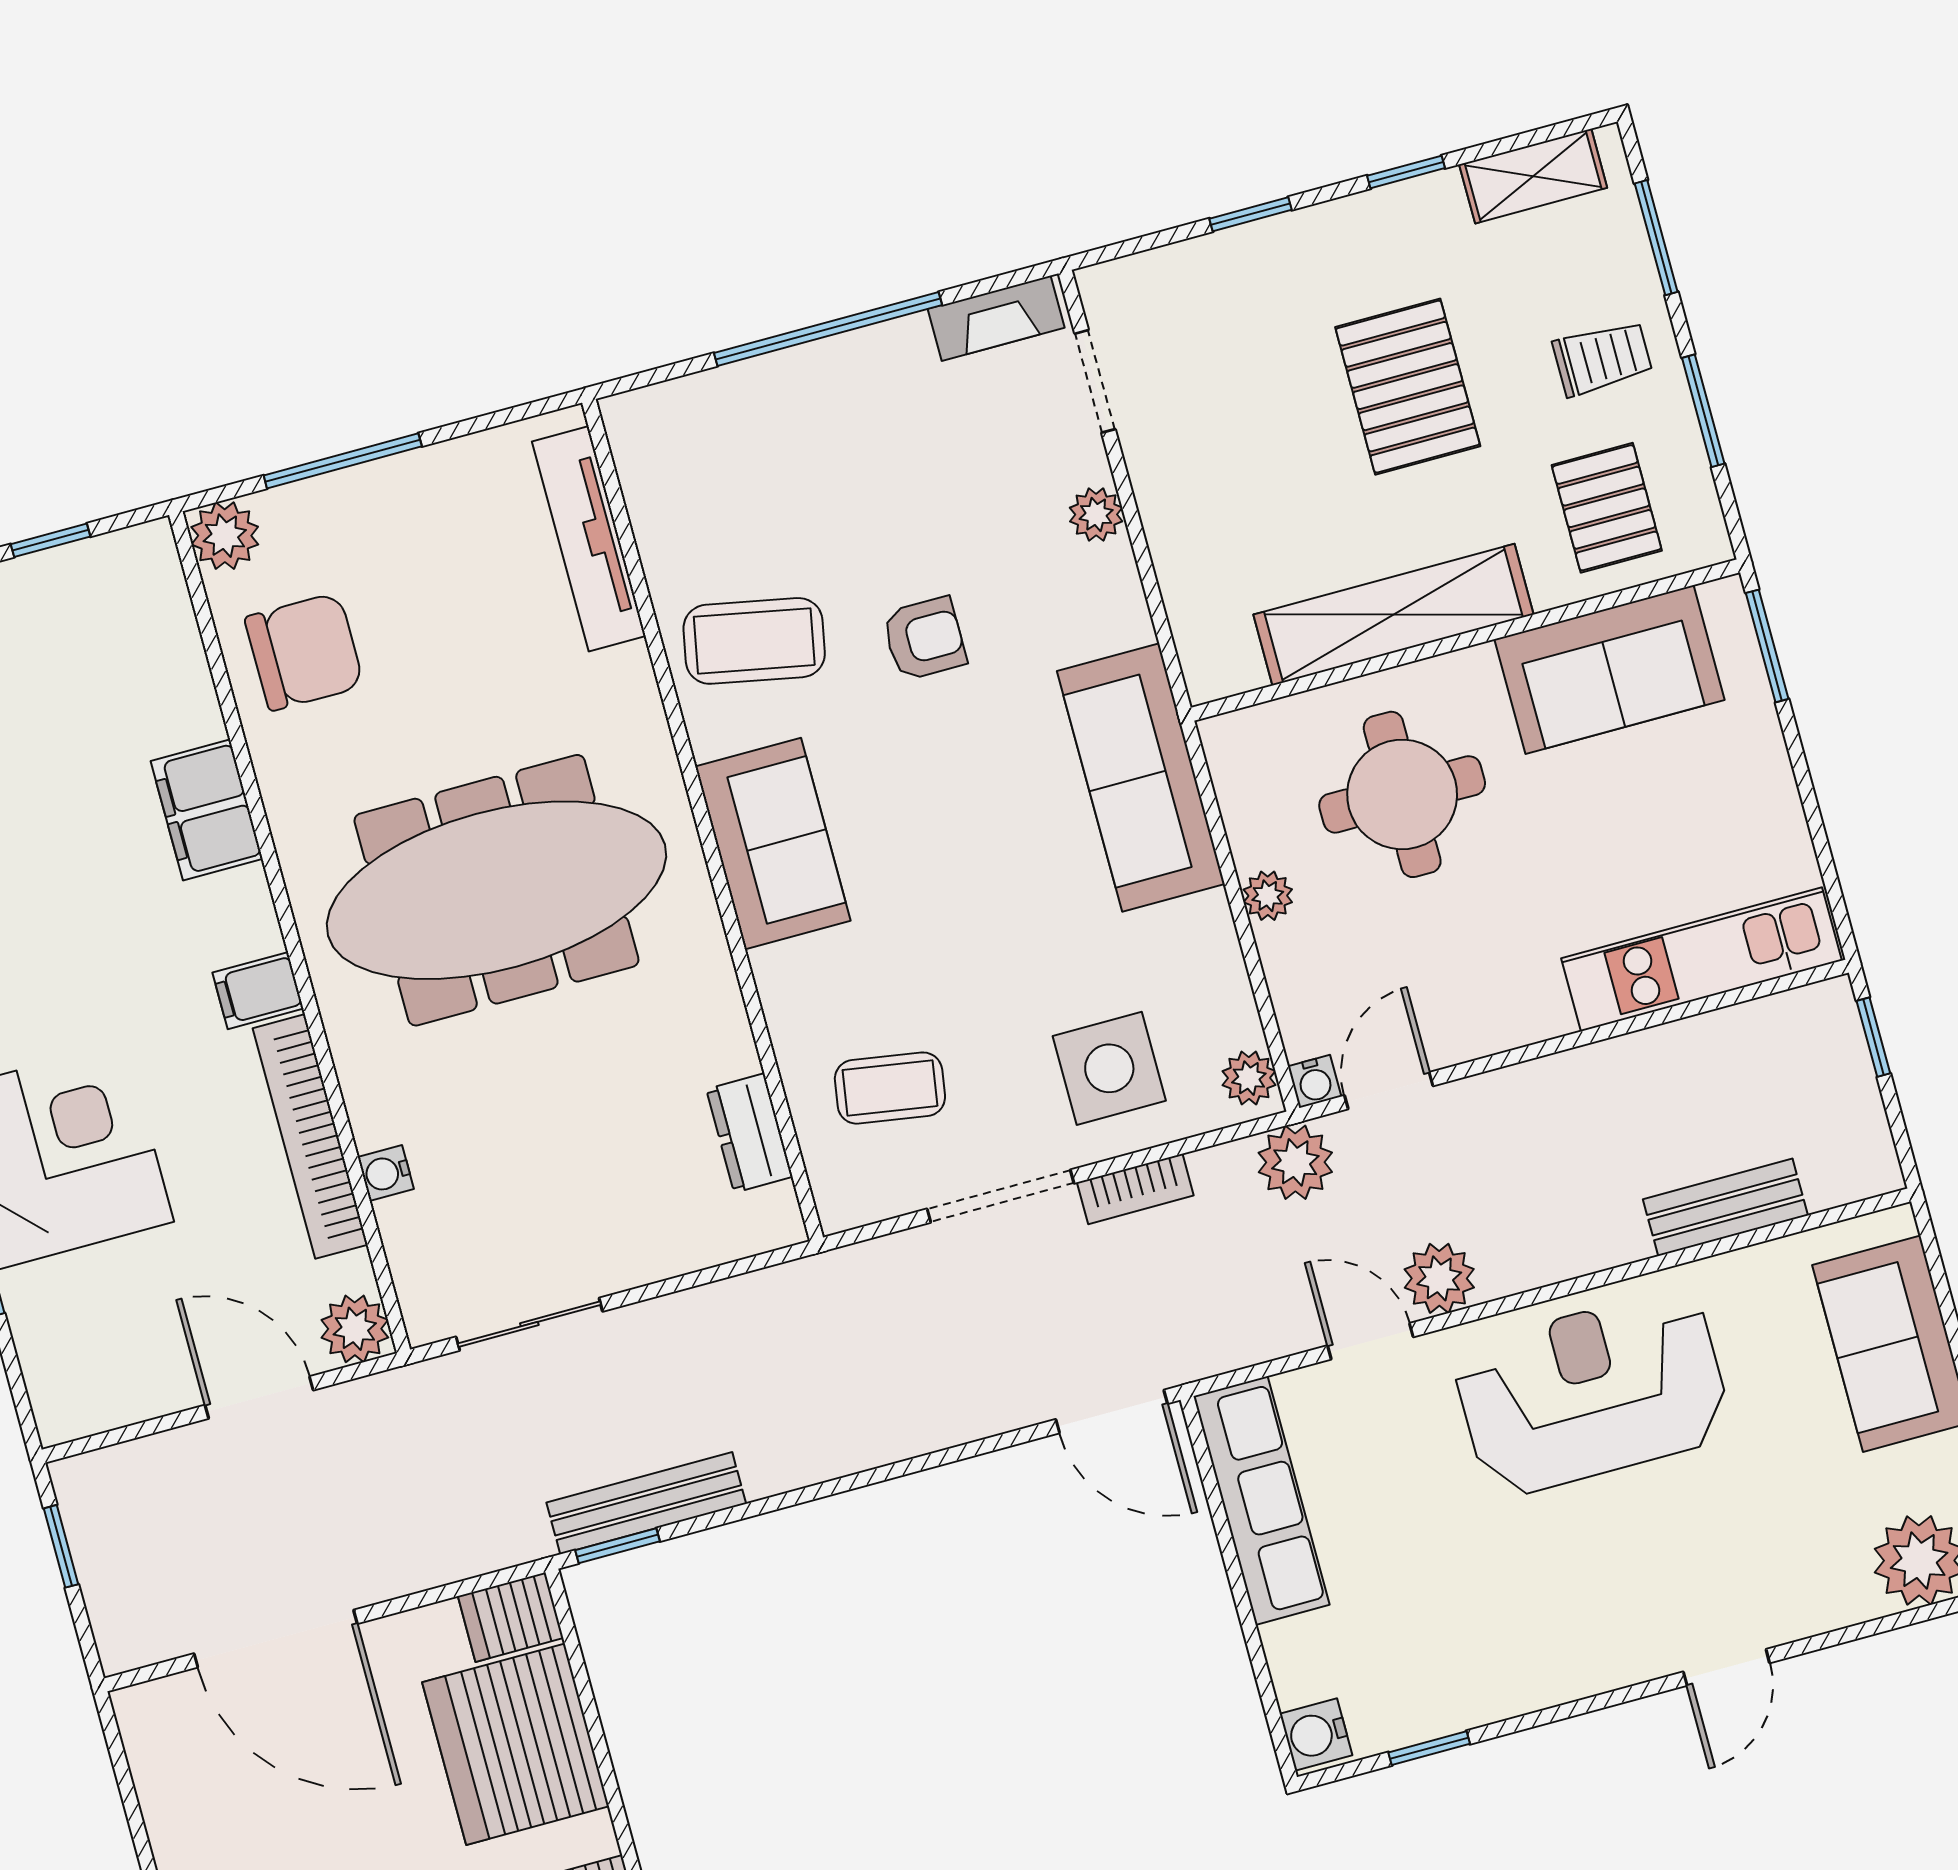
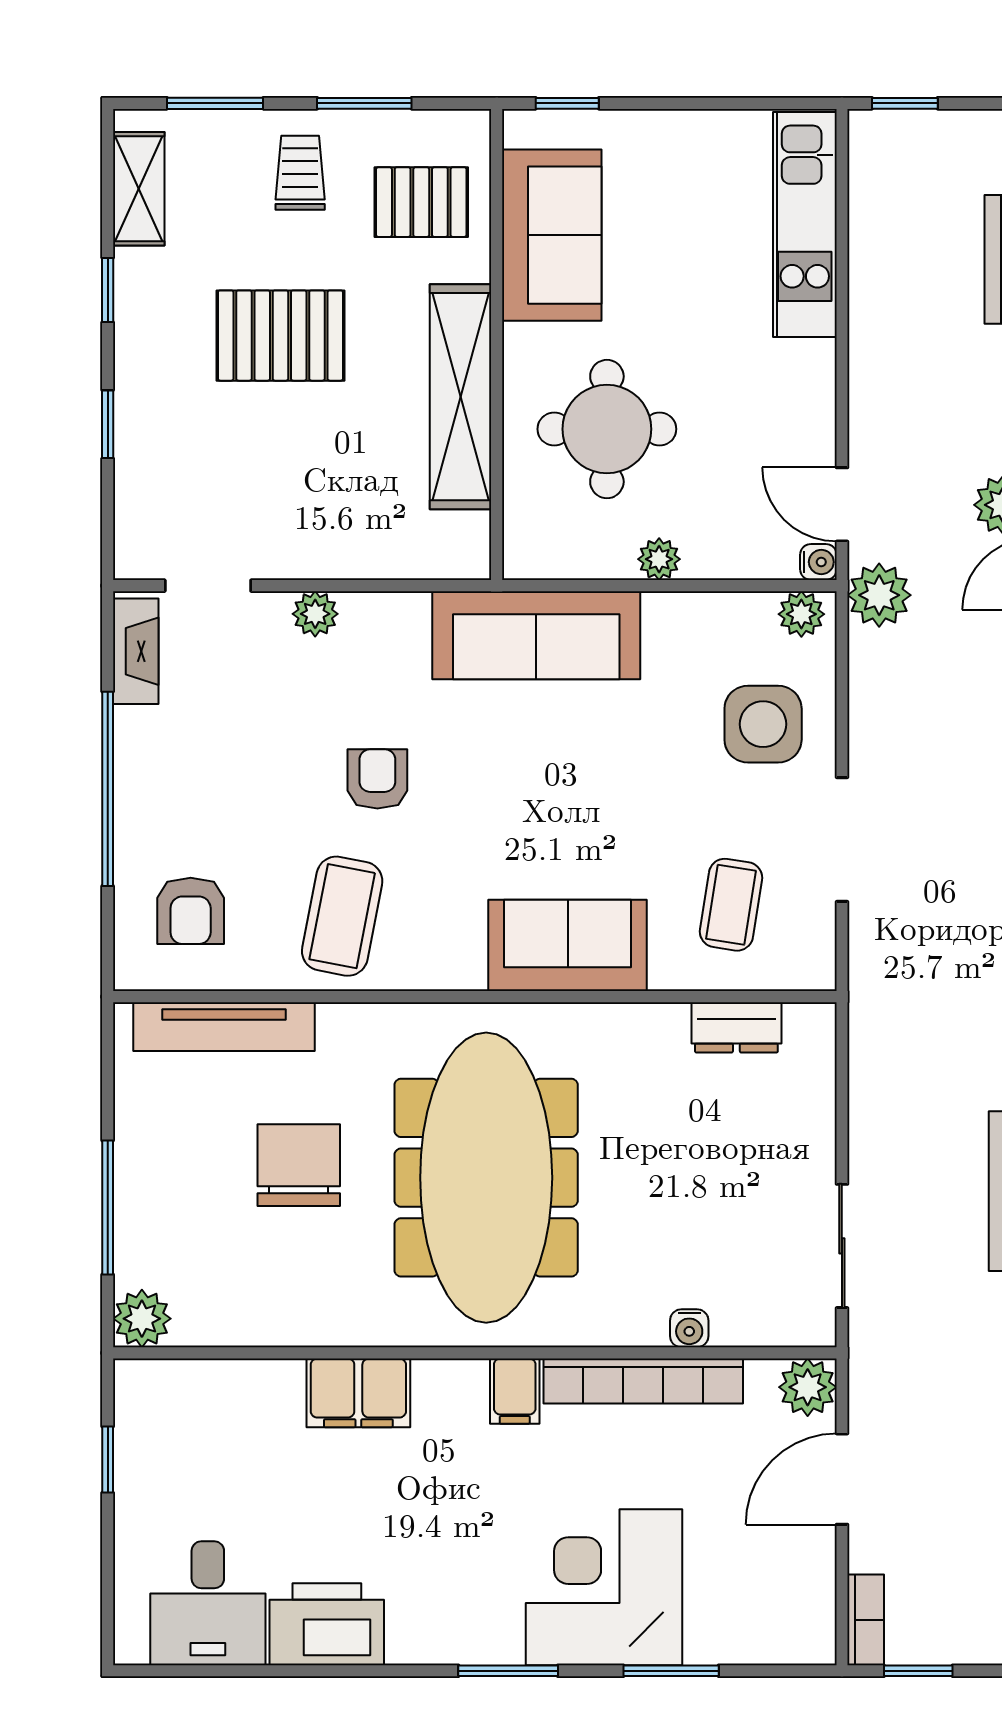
armchair: (713, 464) -> (191, 911), added
window: (1767, 646) -> (567, 103), width x0.67
chair: (304, 652) -> (299, 1165), moved
sofa: (773, 844) -> (568, 945), moved
bookcase: (1135, 1189) -> (866, 1620), moved

